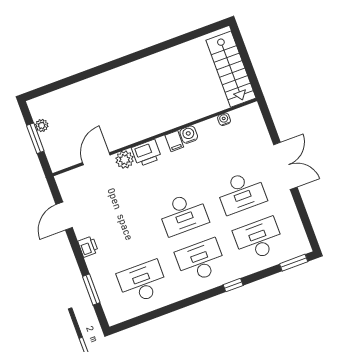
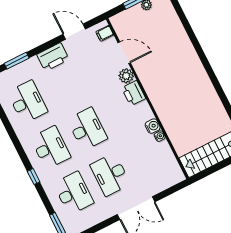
water cooler: (224, 119) -> (160, 136), moved
filing cabinet: (174, 141) -> (105, 33), moved
desk: (183, 214) -> (87, 129), turned 180
printer: (88, 247) -> (53, 57), width x1.87, depth x1.48

